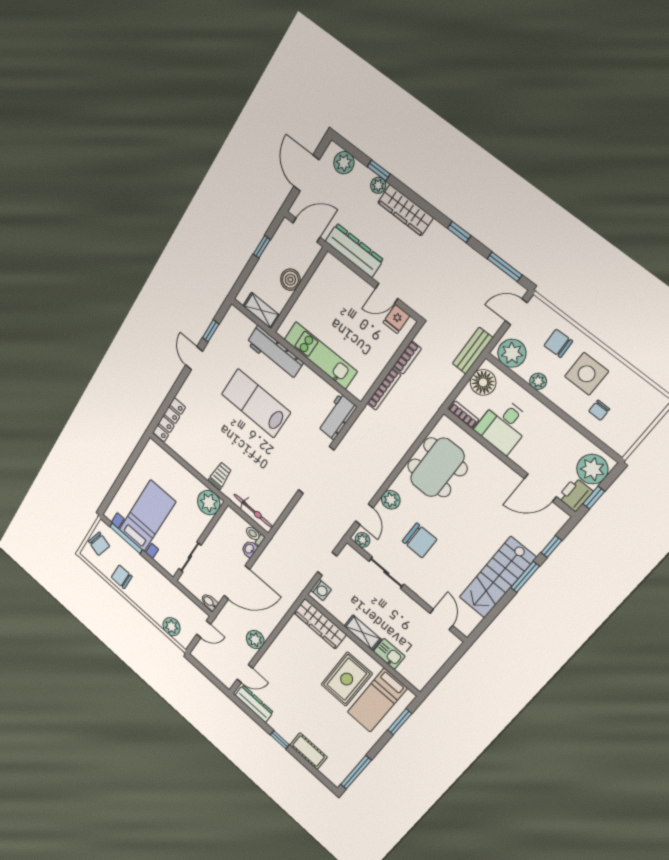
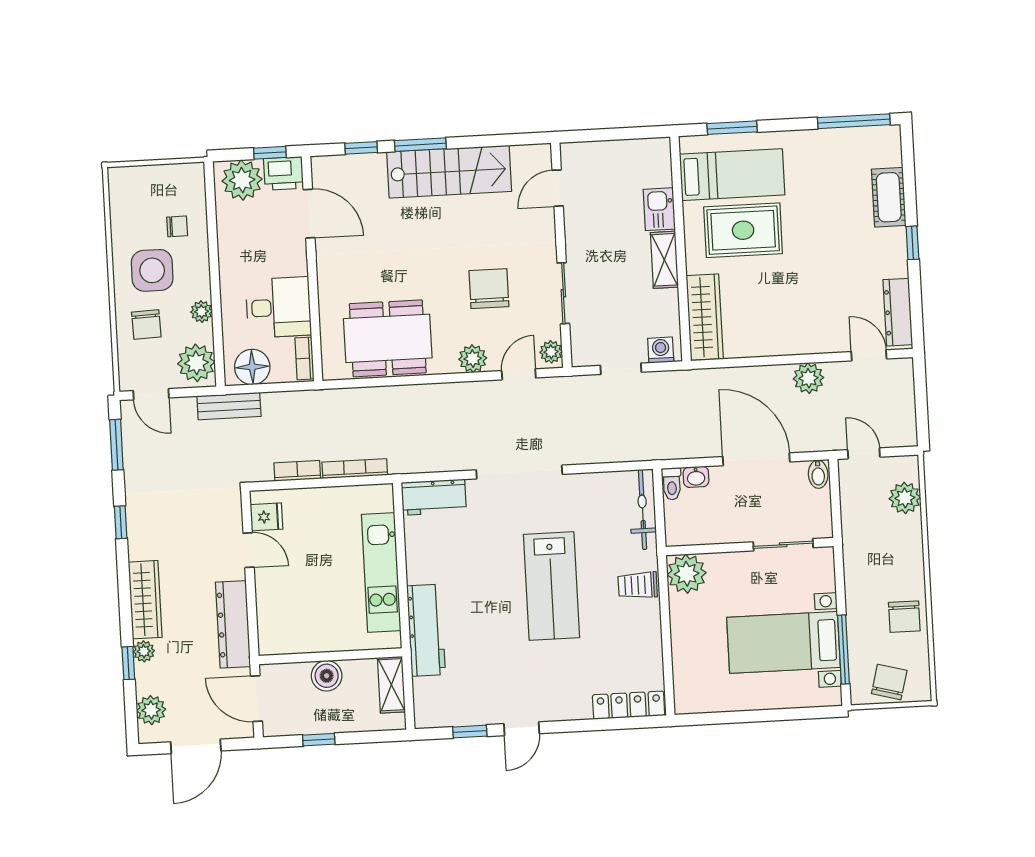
lab bench: (256, 403) -> (552, 586), moved

